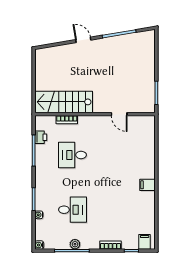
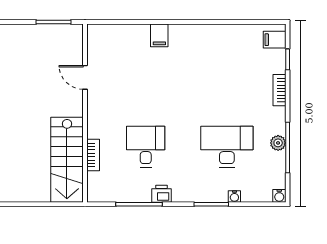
door: (119, 114) -> (85, 77), swing flipped
printer: (41, 137) -> (162, 194), moved
desk: (73, 155) -> (146, 147), turned 180
filing cabinet: (147, 185) -> (159, 35), moved
desk: (73, 210) -> (227, 147), width x1.37

